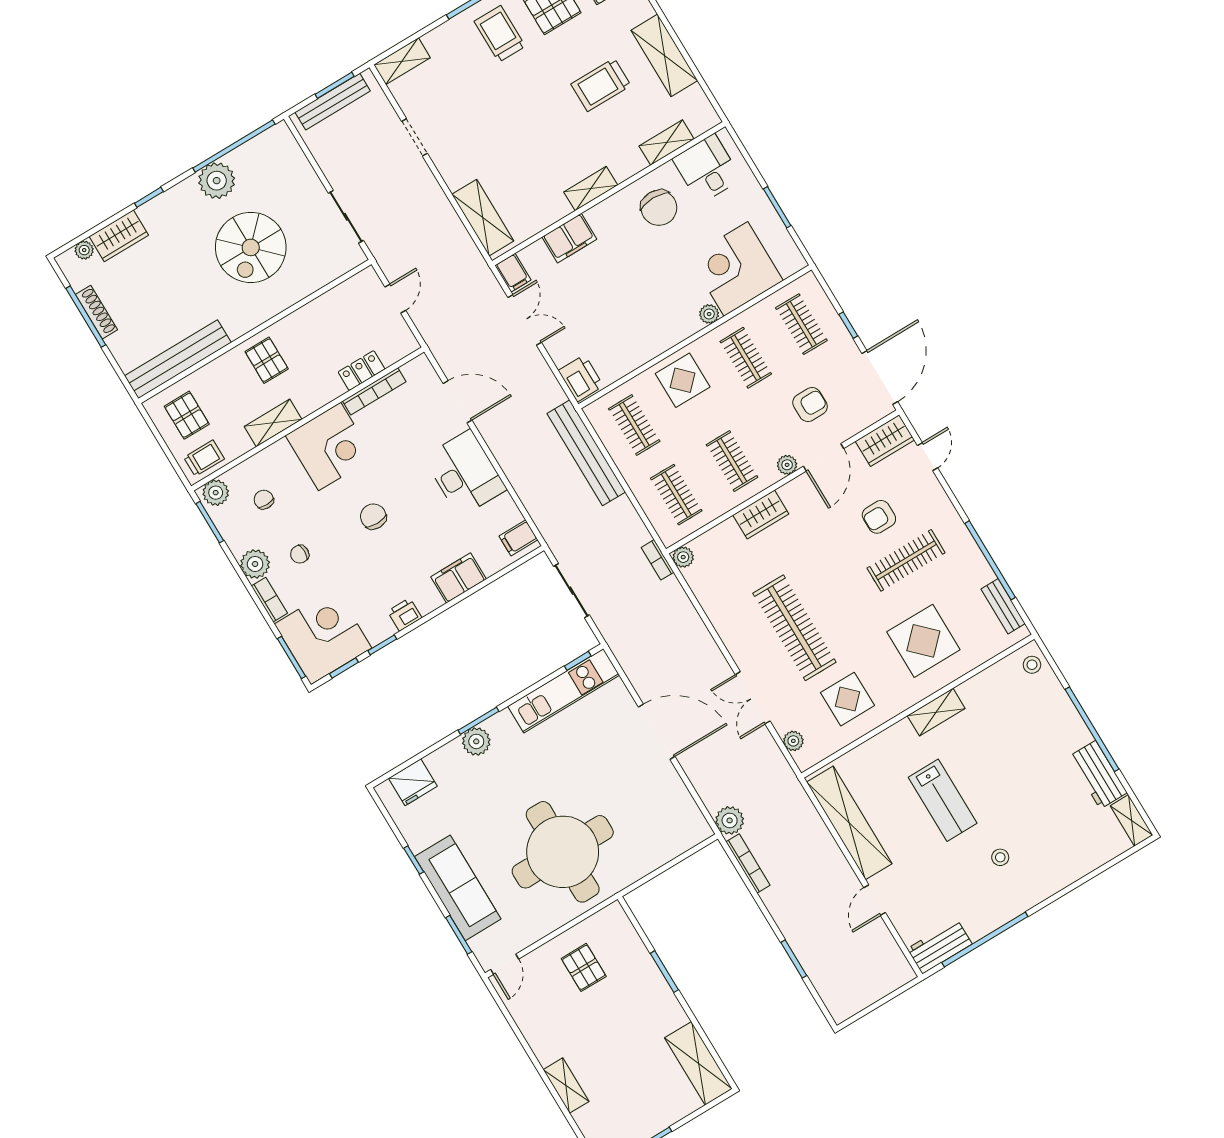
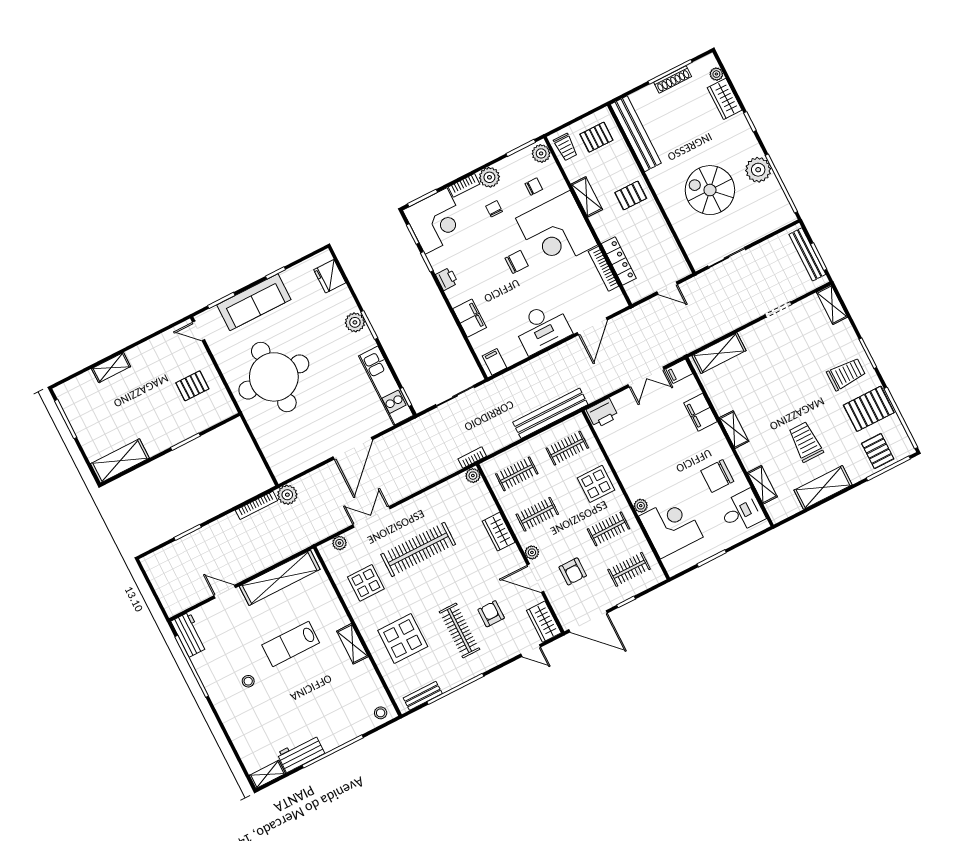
locker: (362, 371) -> (619, 261), width x1.53
corner desk: (330, 446) -> (557, 231), width x1.36, depth x1.36

